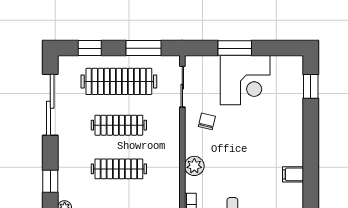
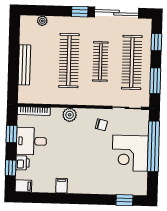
window: (235, 48) -> (153, 146), width x2.11
clothes rail: (119, 169) -> (69, 61), width x1.37, depth x1.31
window: (50, 181) -> (80, 12), moved

